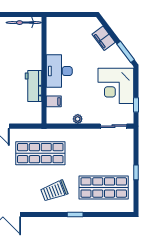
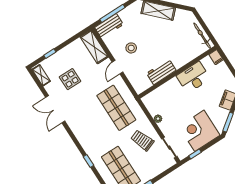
desk: (59, 71) -> (193, 77), moved
filing cabinet: (54, 101) -> (216, 57), moved
trolley: (54, 191) -> (142, 140), moved

